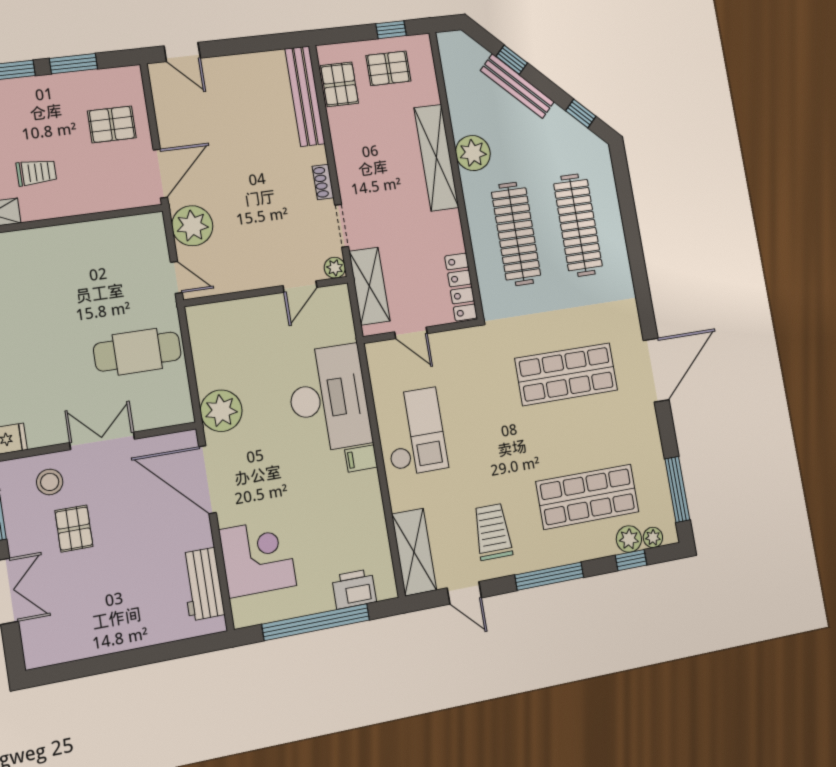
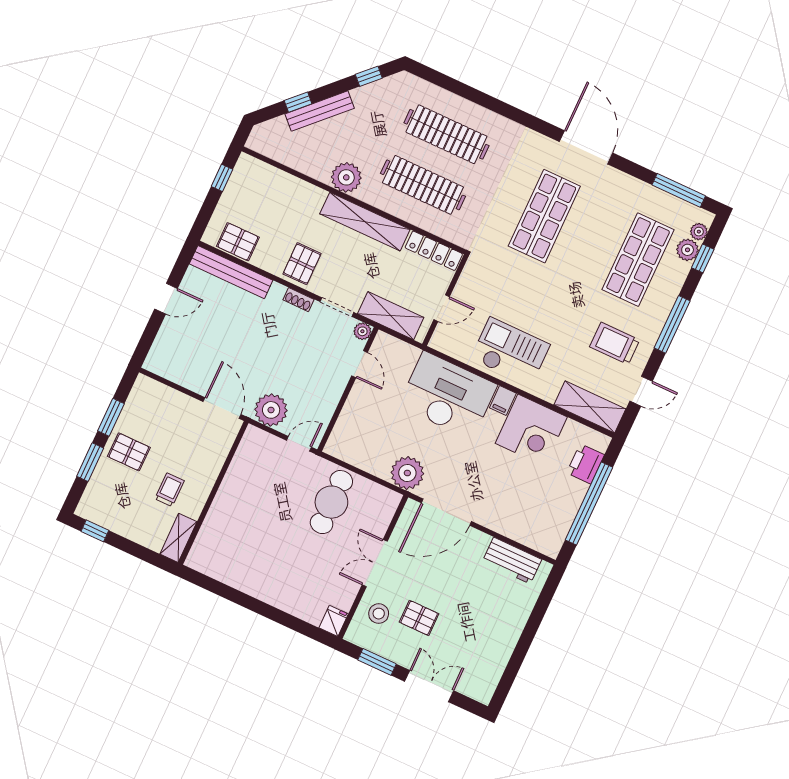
door: (182, 52) -> (166, 299), moved
pallet: (388, 68) -> (302, 264), moved
pallet: (112, 124) -> (129, 452), moved, turned 90
shelving: (436, 158) -> (365, 222), moved
corner desk: (258, 558) -> (531, 430), moved, turned 180

